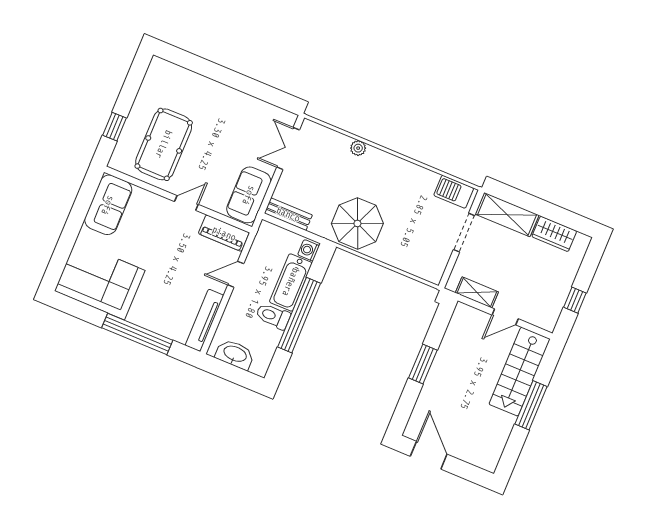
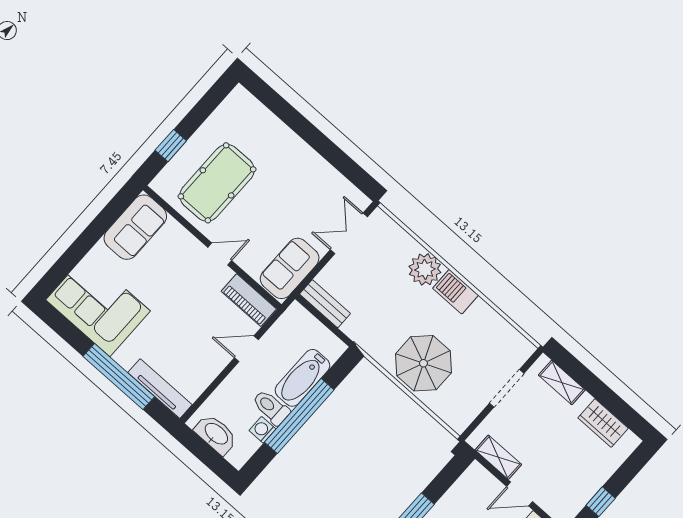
plant: (358, 148) -> (425, 269), width x1.88, depth x1.88
barbecue: (454, 192) -> (455, 292), moved
shelving: (507, 215) -> (562, 382), width x0.67, depth x0.75
parasol: (357, 223) -> (423, 363), moved
washing machine: (309, 250) -> (262, 430), moved
tv unit: (204, 320) -> (160, 389), moved, turned 90

